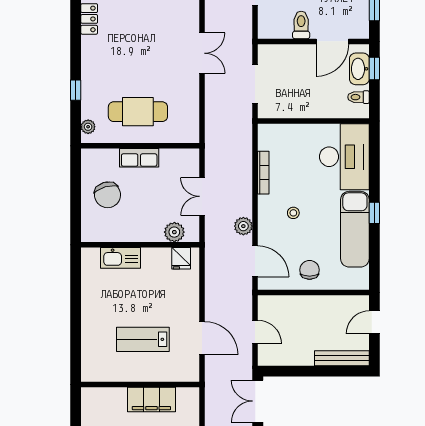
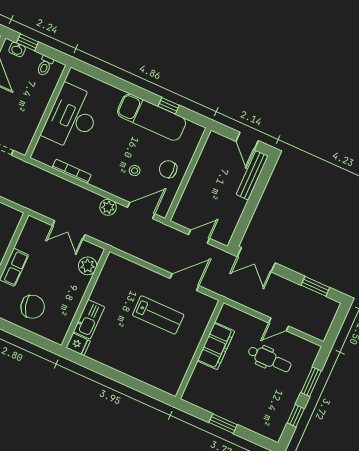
washbasin: (359, 69) -> (17, 49), width x0.52, depth x0.69
desk: (344, 157) -> (72, 117), moved, turned -90
stool: (293, 213) -> (135, 171), moved
window: (374, 213) -> (169, 106), moved
fridge: (181, 258) -> (78, 344), moved
door: (374, 322) -> (247, 141), moved
lab bench: (143, 339) -> (158, 315), moved, turned -90

